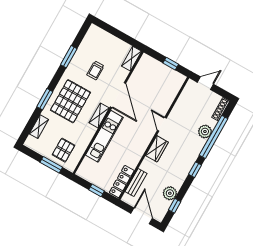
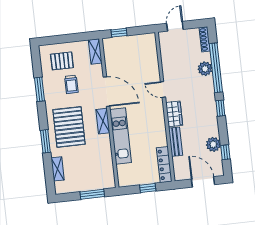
window: (171, 64) -> (119, 33), moved
pallet: (63, 150) -> (62, 61), moved, turned 90
bench: (136, 183) -> (176, 142), moved

